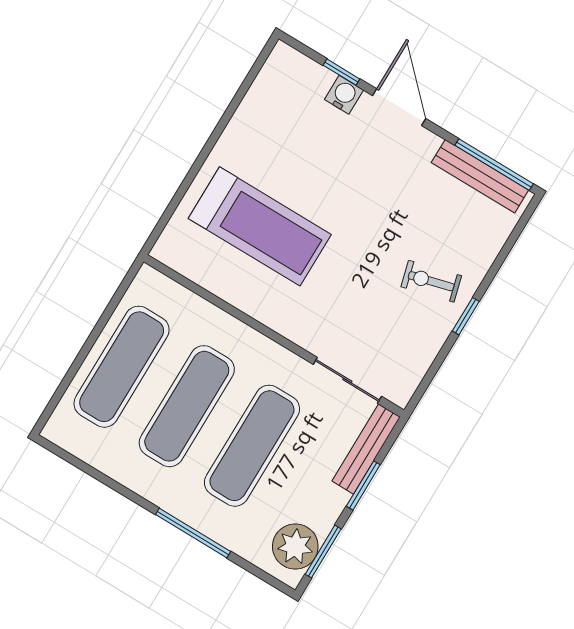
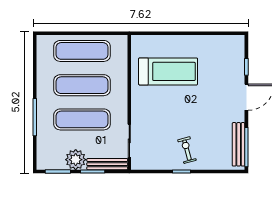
water cooler: (344, 95) -> (238, 73), removed
treadmill: (260, 226) -> (168, 71), turned -90
plant: (295, 546) -> (76, 160), moved

